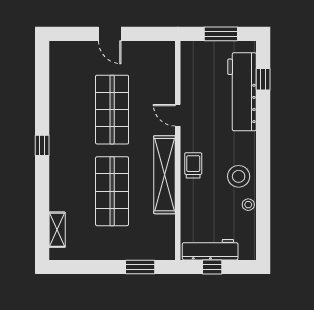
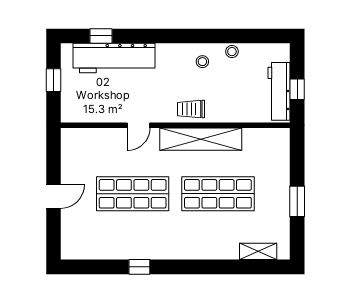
window: (221, 34) -> (53, 80), width x0.67
window: (42, 145) -> (139, 267), moved
stool: (239, 176) -> (202, 62), width x0.53, depth x0.53
window: (140, 267) -> (297, 201), moved

